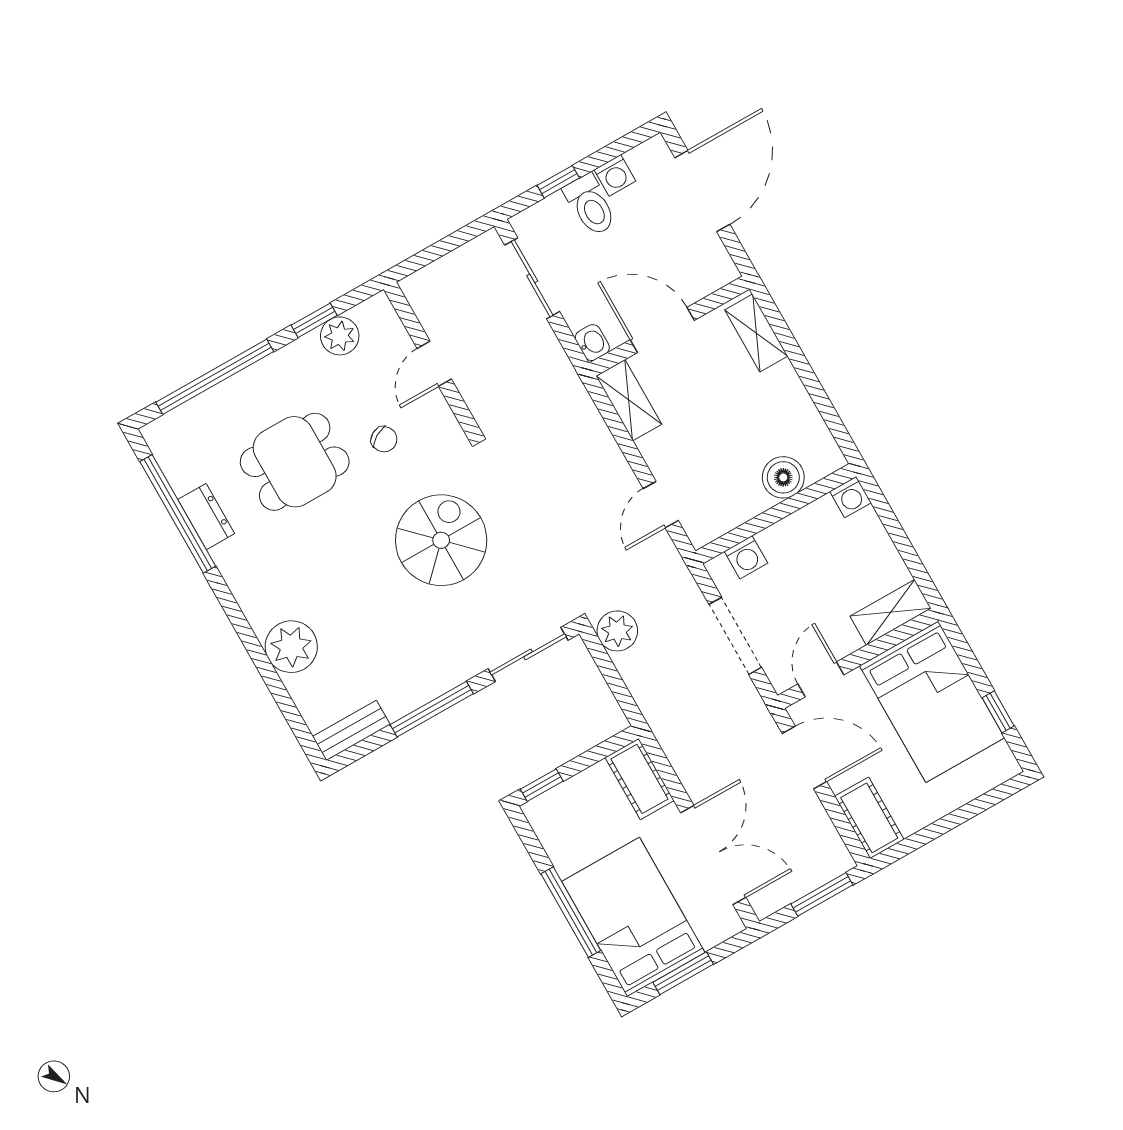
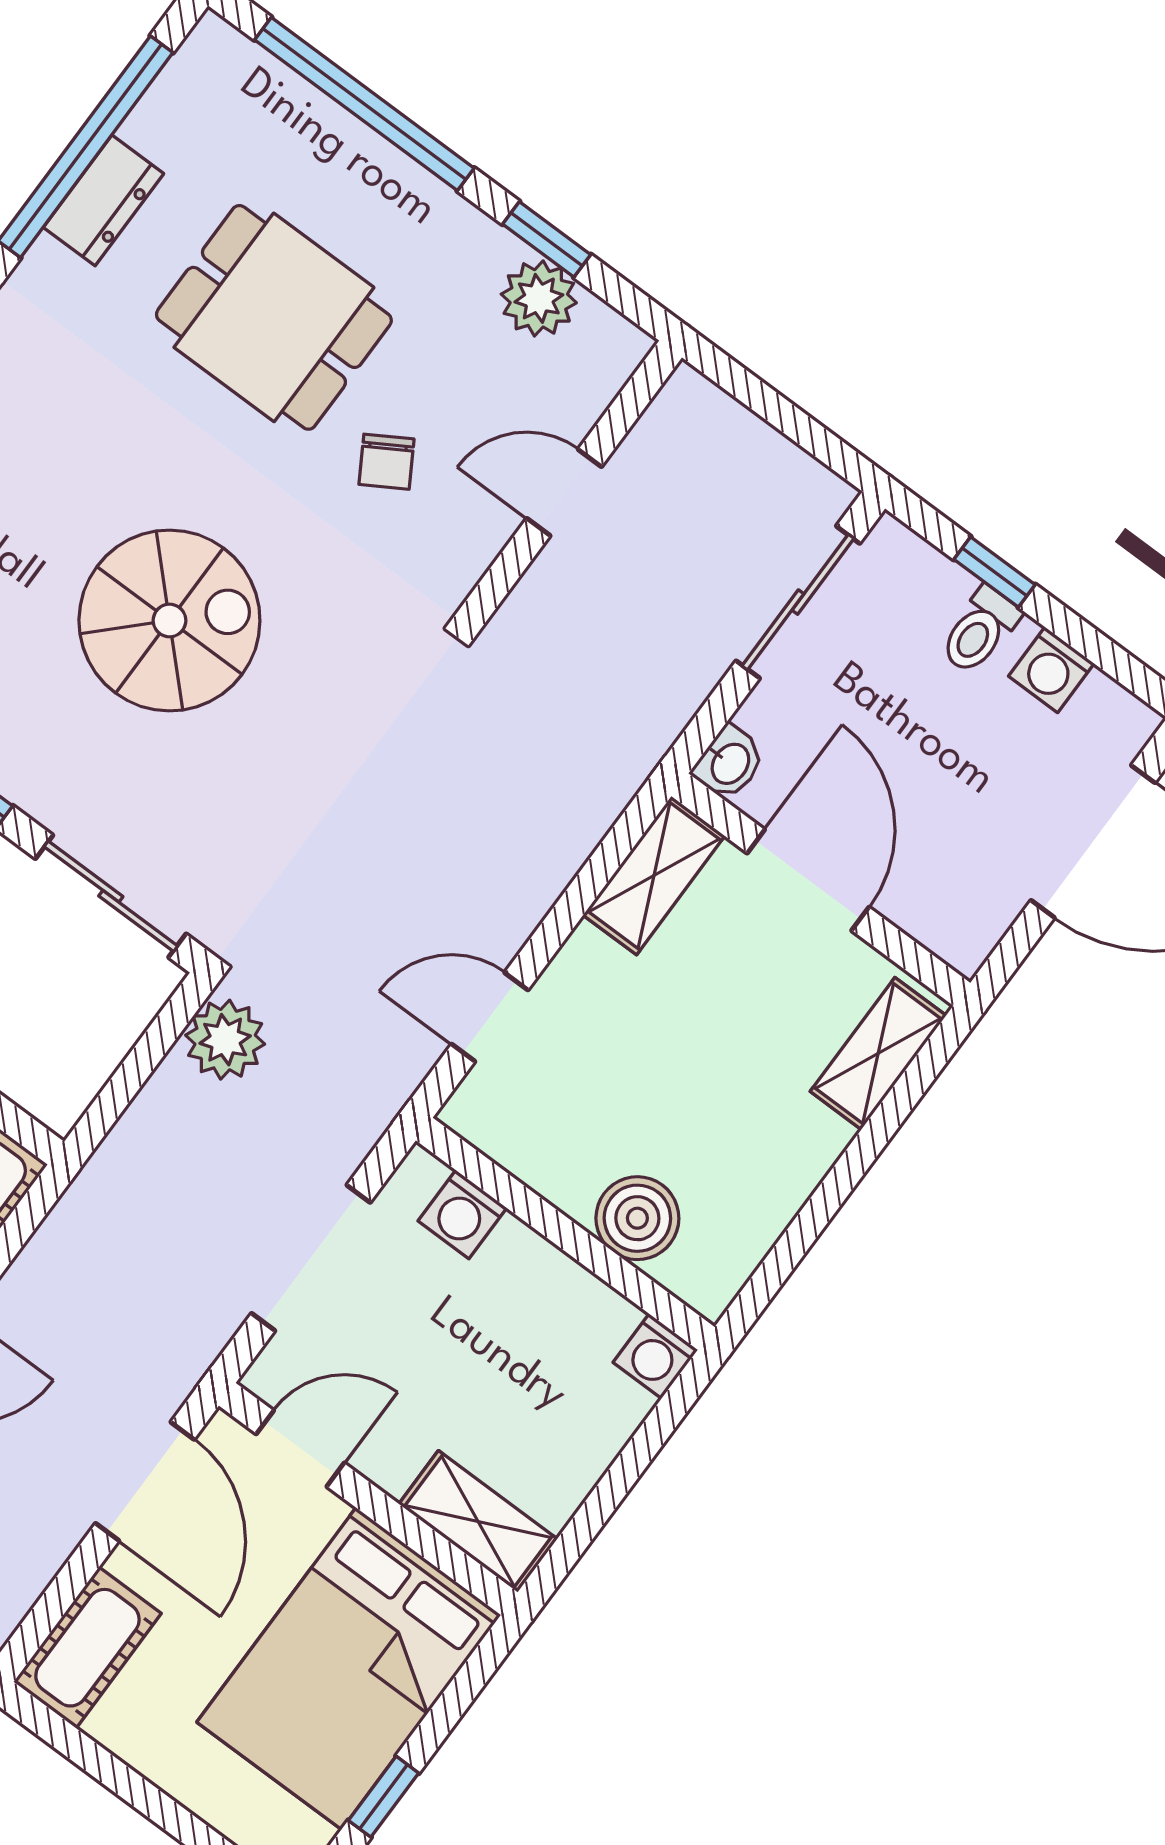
toilet: (590, 205) -> (980, 630), width x0.73, depth x0.72
spiral stairs: (441, 540) -> (169, 620), moved

